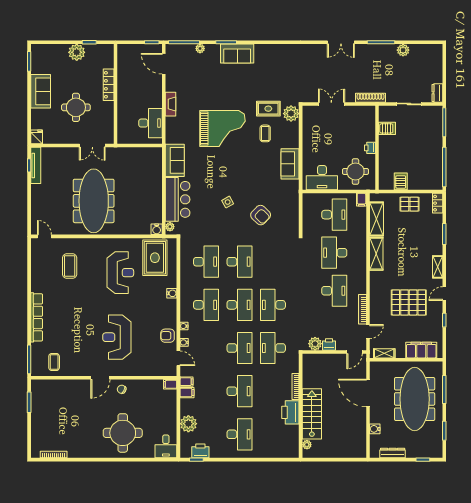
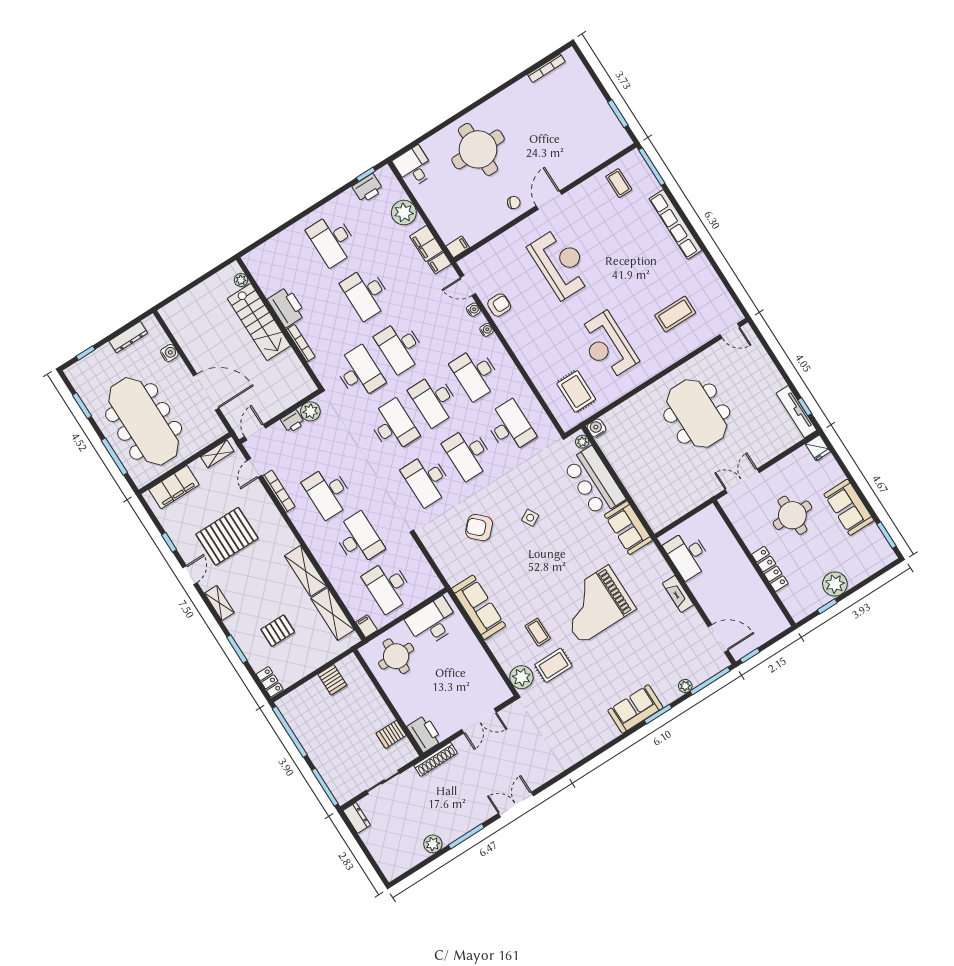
printer: (370, 148) -> (425, 734), moved, width x1.87, depth x1.48
sofa: (290, 164) -> (479, 607), width x1.36
meeting table: (94, 201) -> (697, 414), width x0.73
pallet: (409, 204) -> (278, 631), moved
rug: (155, 258) -> (576, 391), width x0.73, depth x0.70
desk: (206, 262) -> (510, 427), turned 180
desk: (273, 262) -> (427, 480), added
coffee table: (70, 266) -> (675, 314), turned 90
water cooler: (172, 293) -> (527, 361), removed
filing cabinet: (187, 393) -> (426, 244), width x2.00

